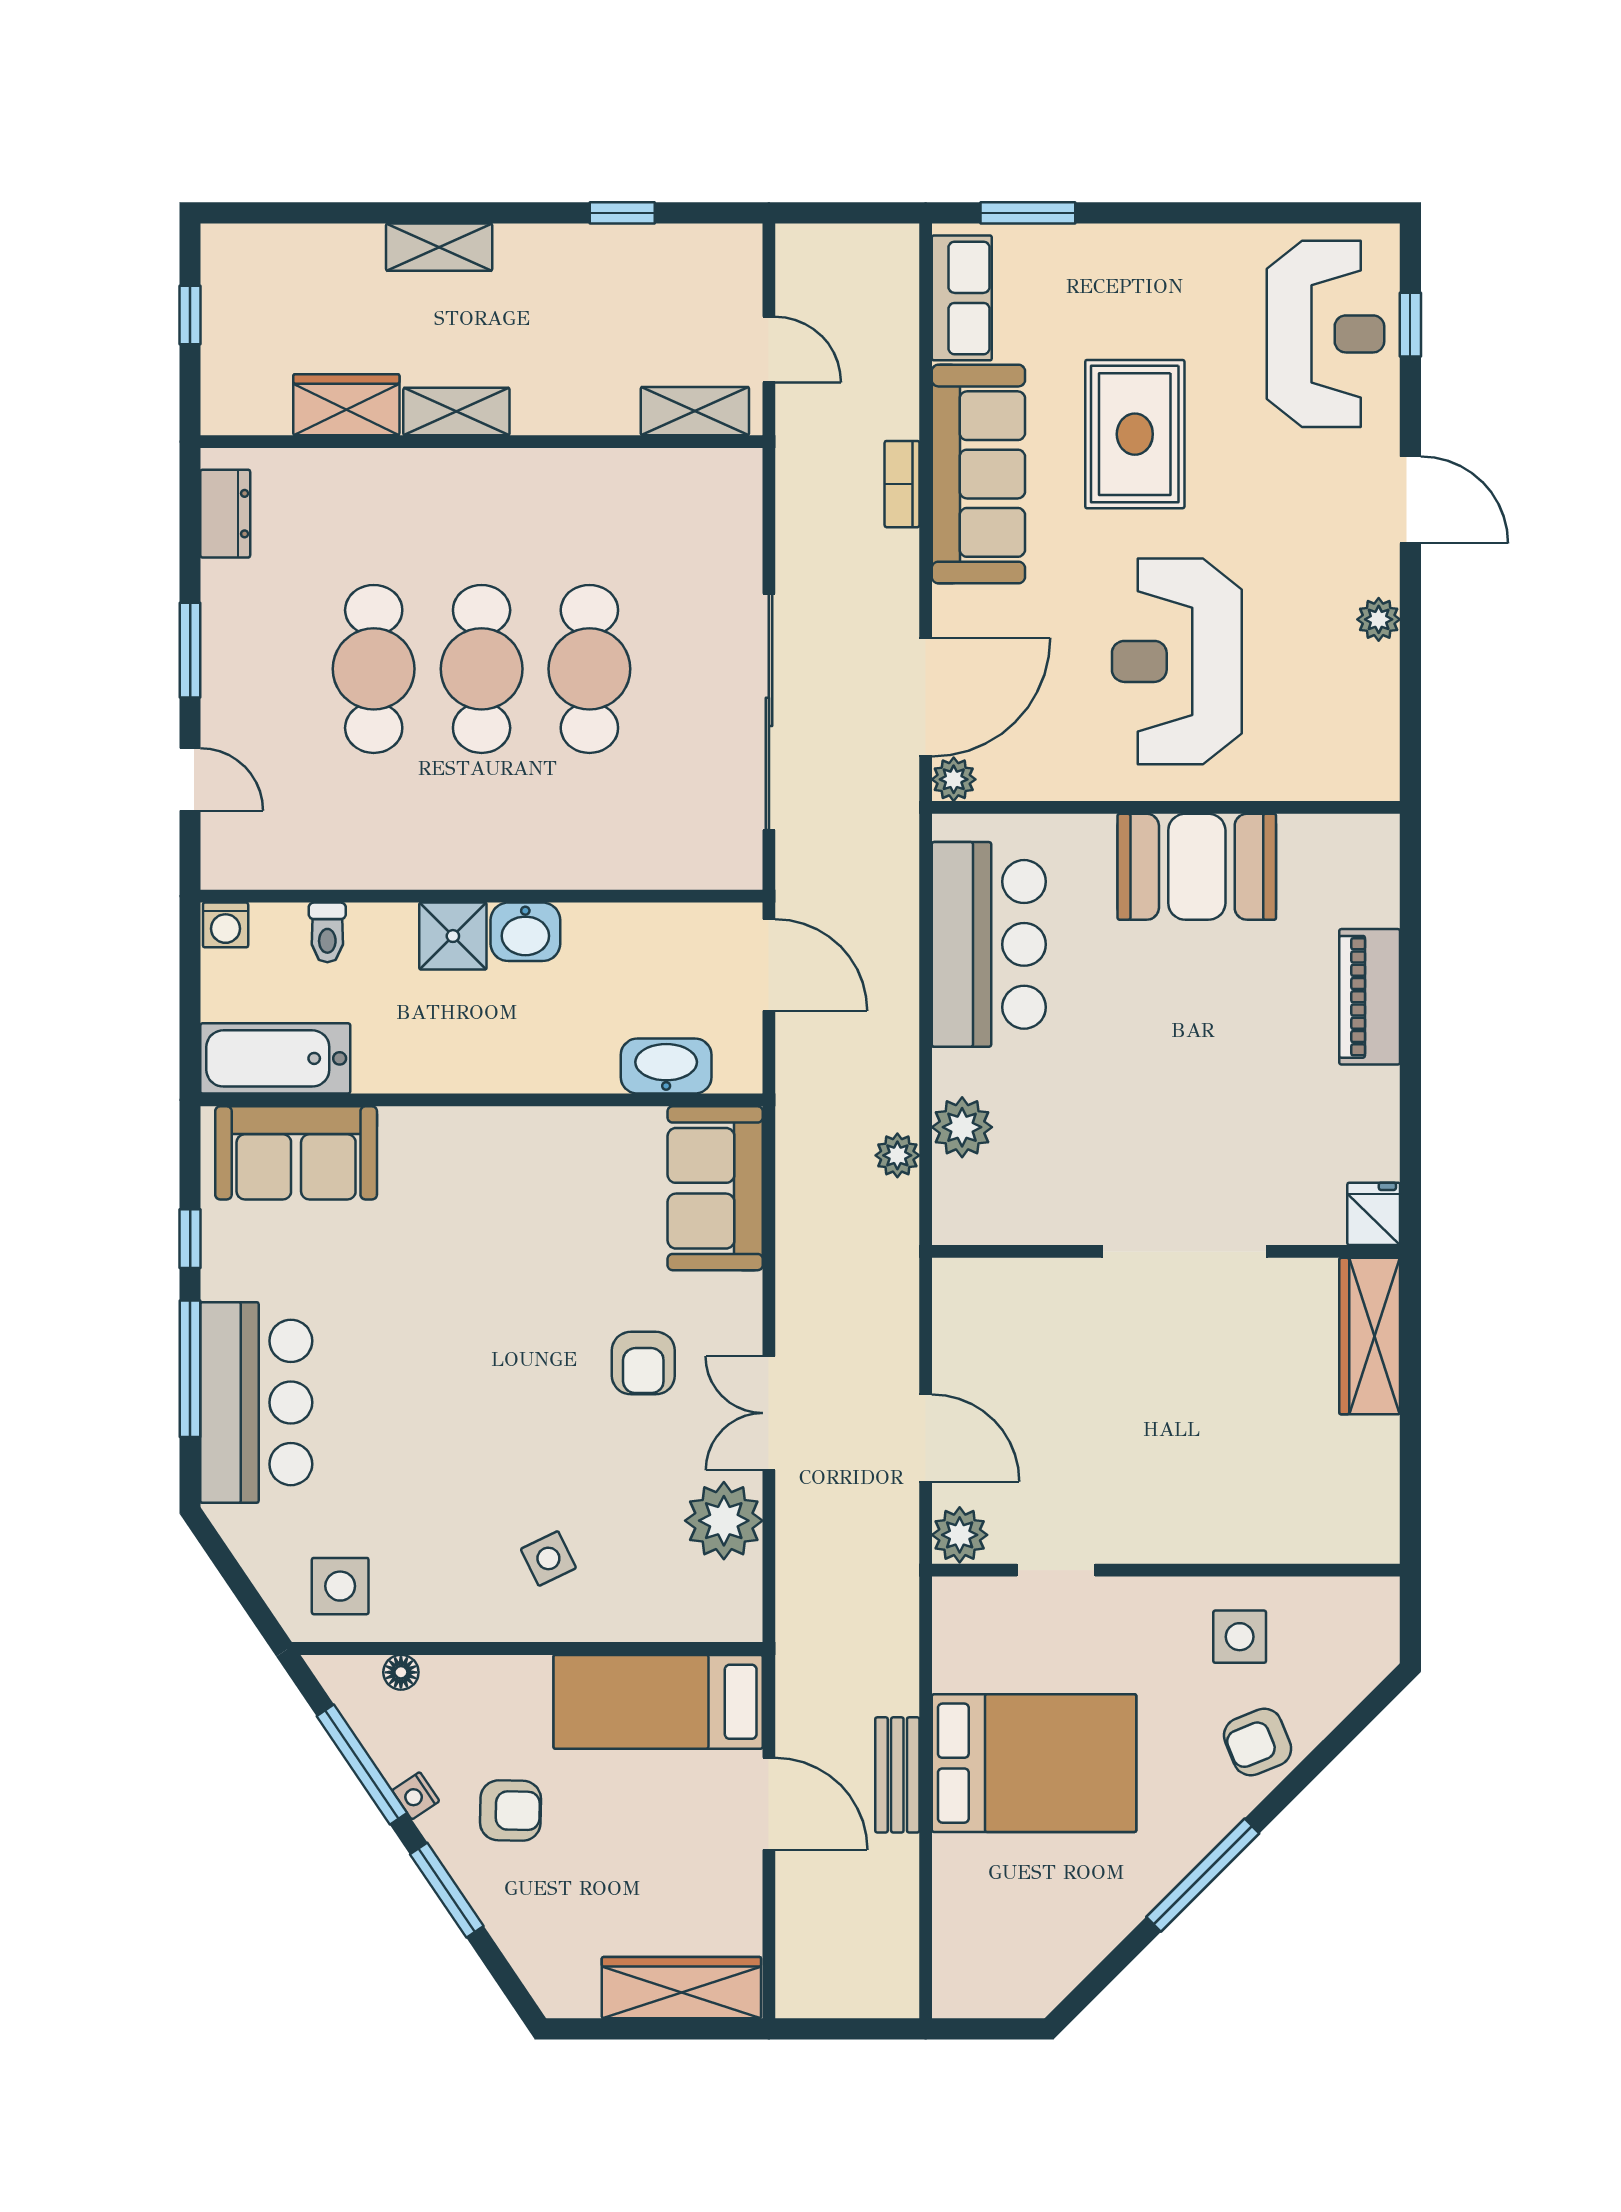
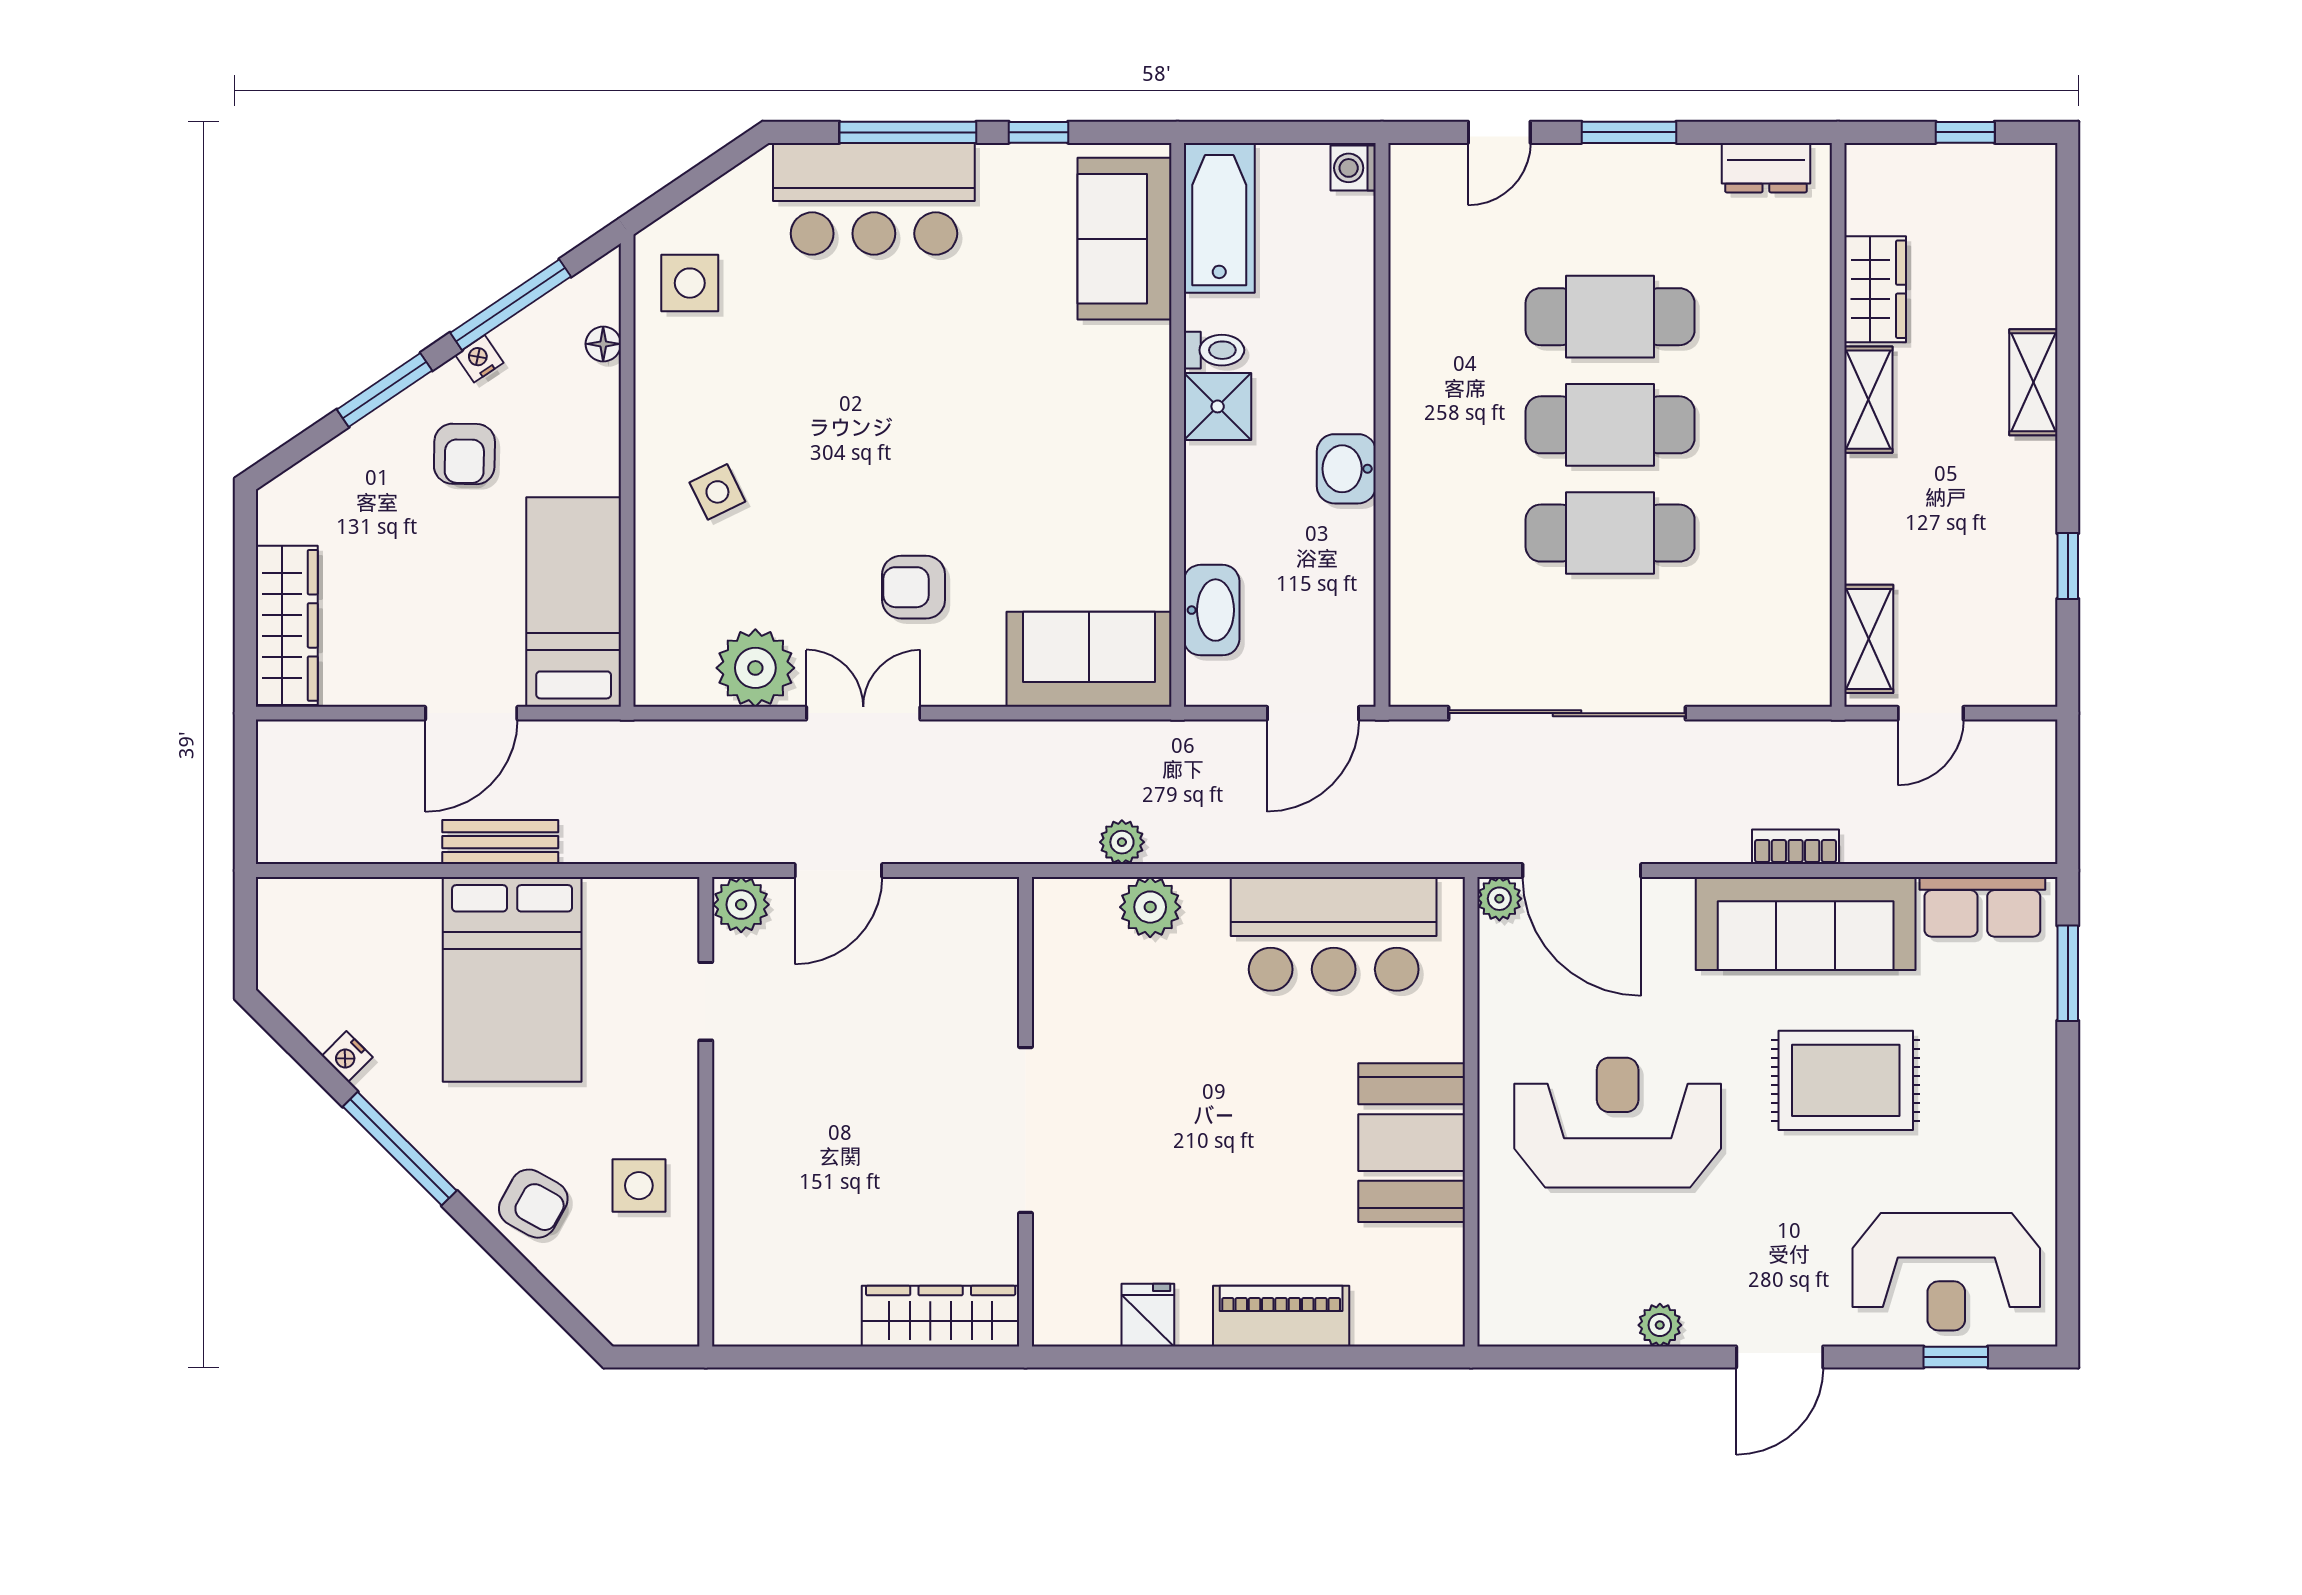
toilet: (327, 932) -> (1214, 350), moved, turned 180
shower: (453, 936) -> (1218, 406), moved
fridge: (1374, 1214) -> (1148, 1315), moved, turned -90
armchair: (1258, 1742) -> (533, 1204), turned 141
nightstand: (1111, 1927) -> (347, 1056), added

